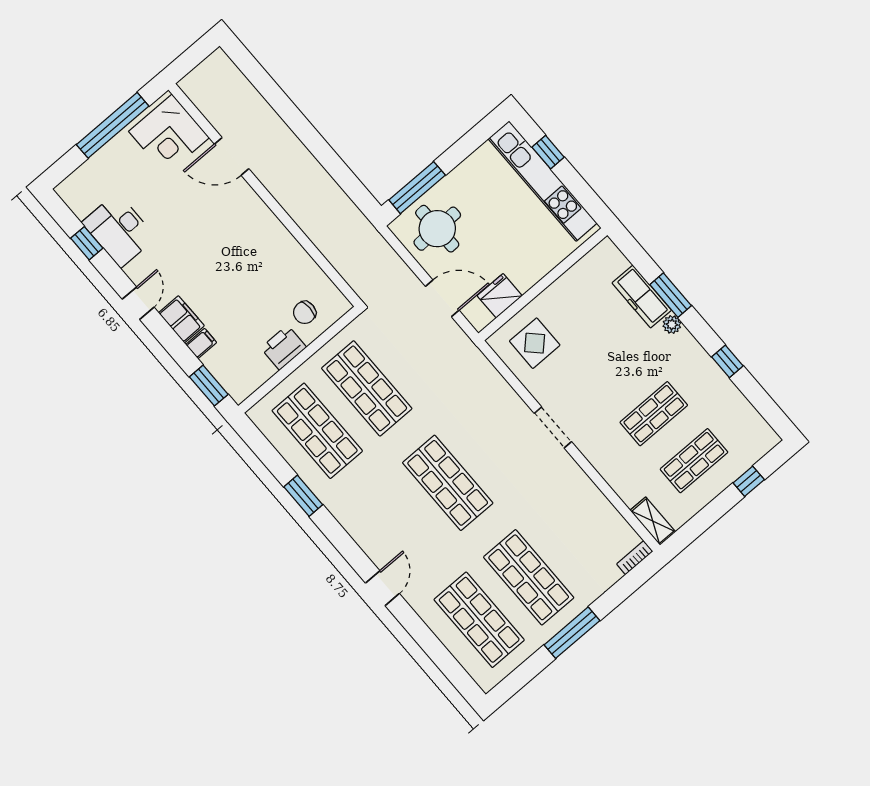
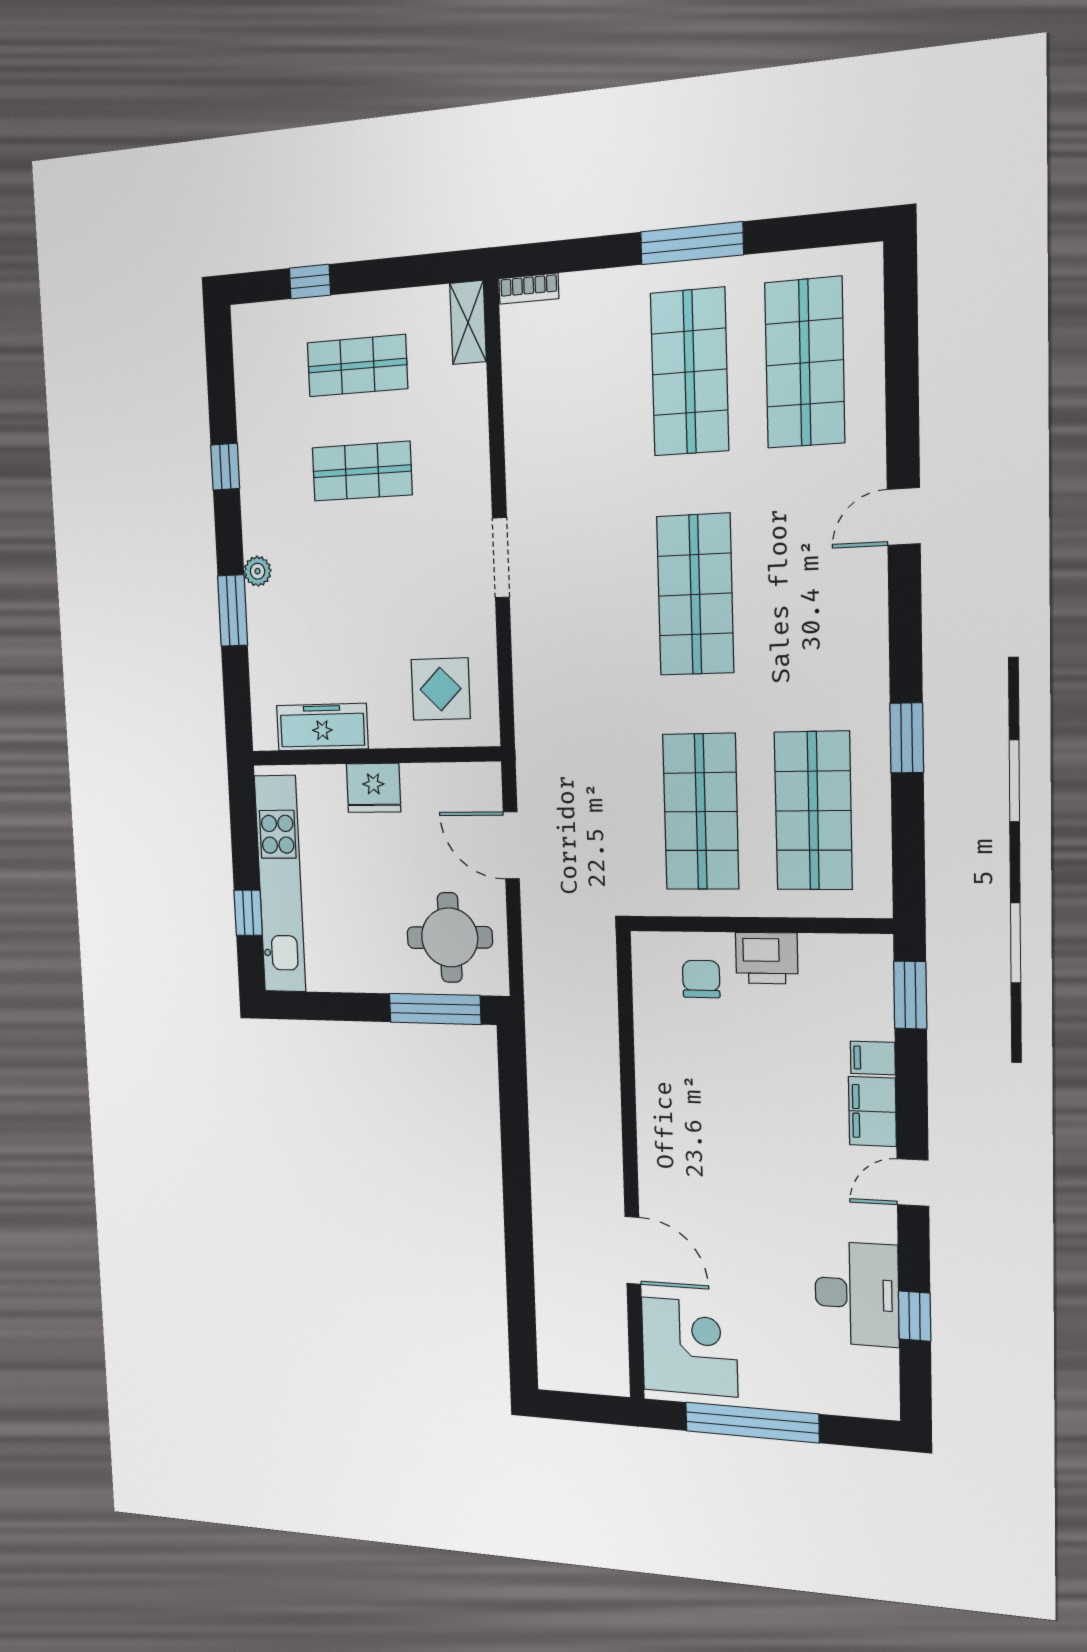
fridge: (500, 296) -> (374, 788), moved
freezer: (642, 297) -> (322, 727), moved, turned -90
chair: (305, 312) -> (701, 979), turned -90

